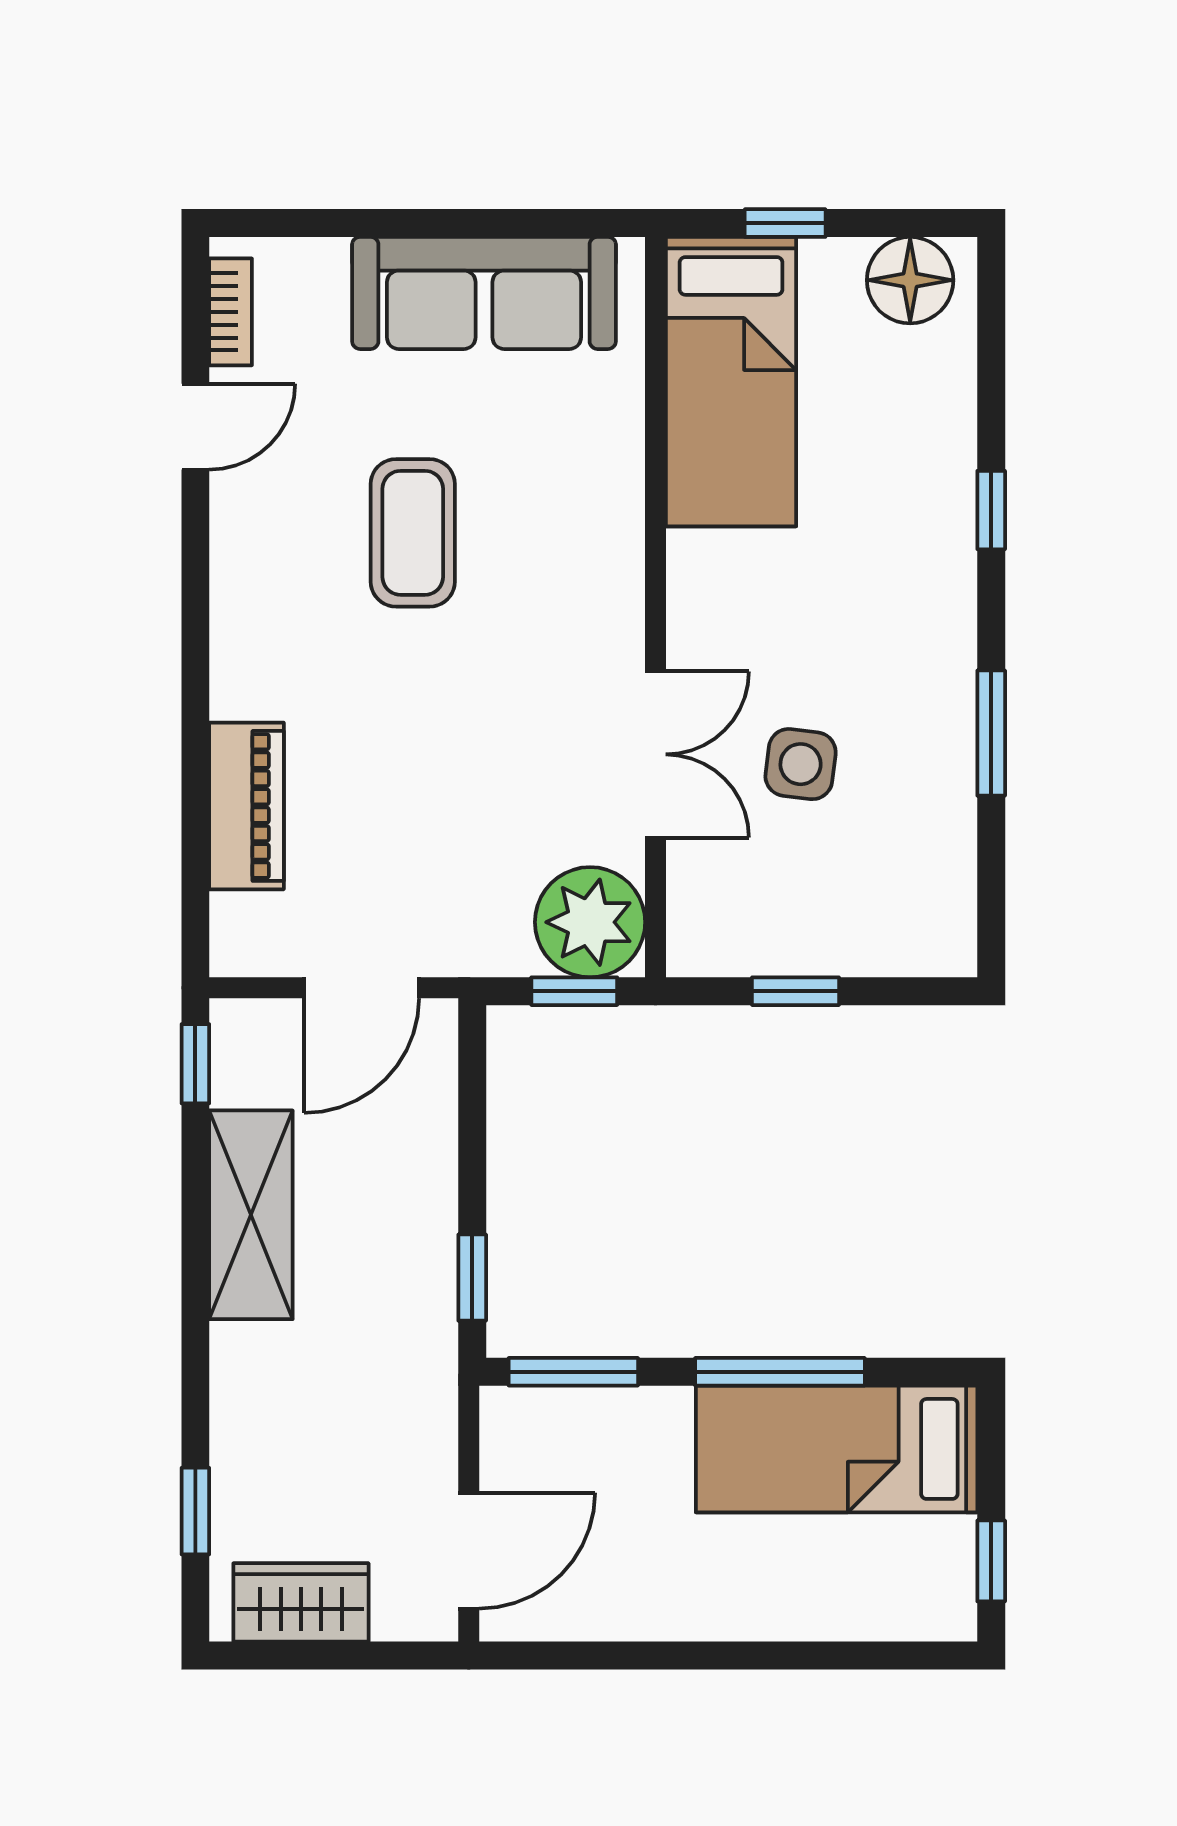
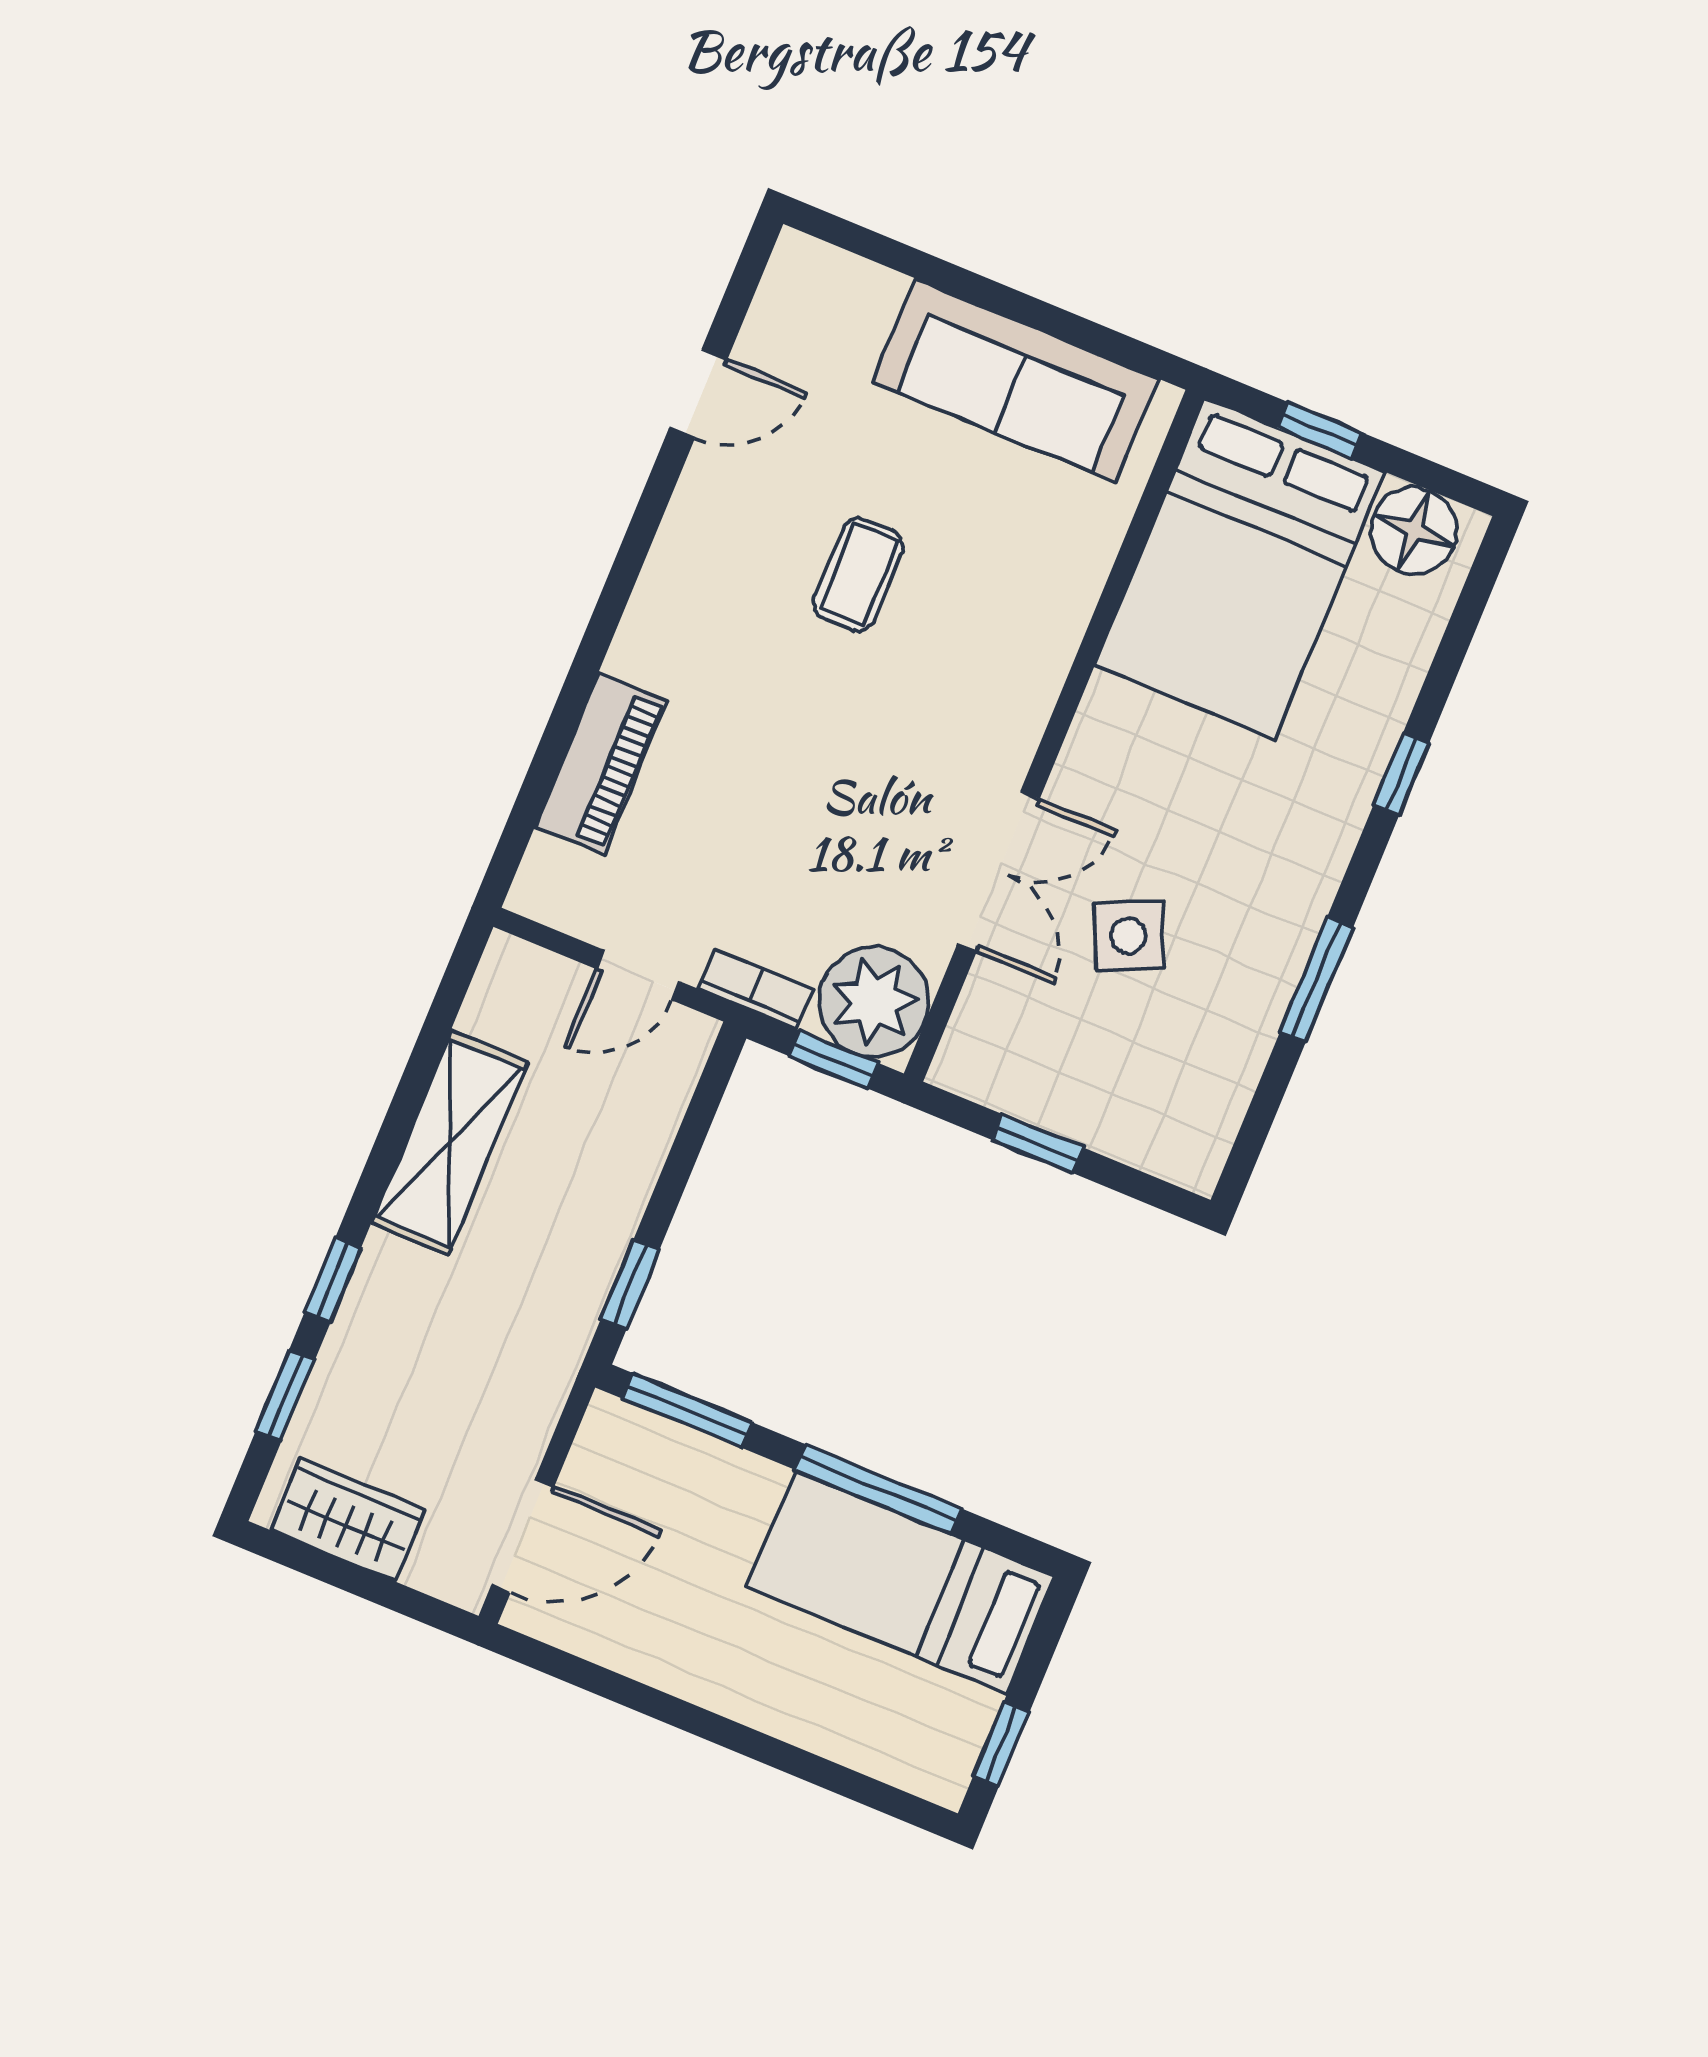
bookcase: (231, 312) -> (756, 989), moved, turned -90
bed: (731, 382) -> (1240, 568), width x1.50
coffee table: (413, 533) -> (858, 575), width x0.73, depth x0.77
side table: (801, 764) -> (1129, 936), turned -31
door: (362, 988) -> (638, 975), width x0.73
window: (195, 1064) -> (333, 1280), moved

